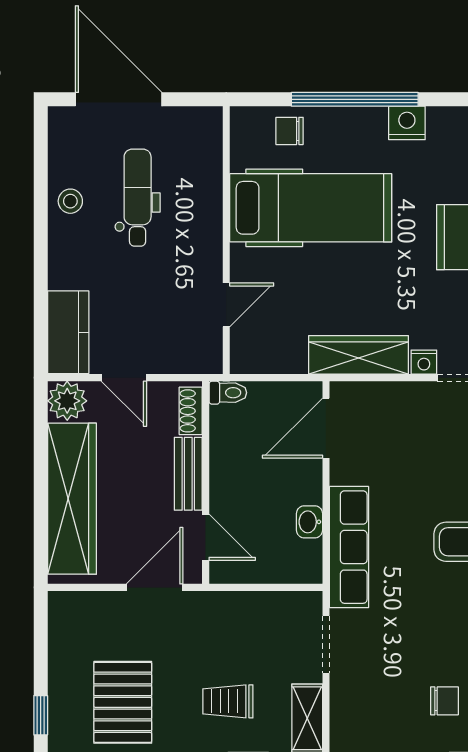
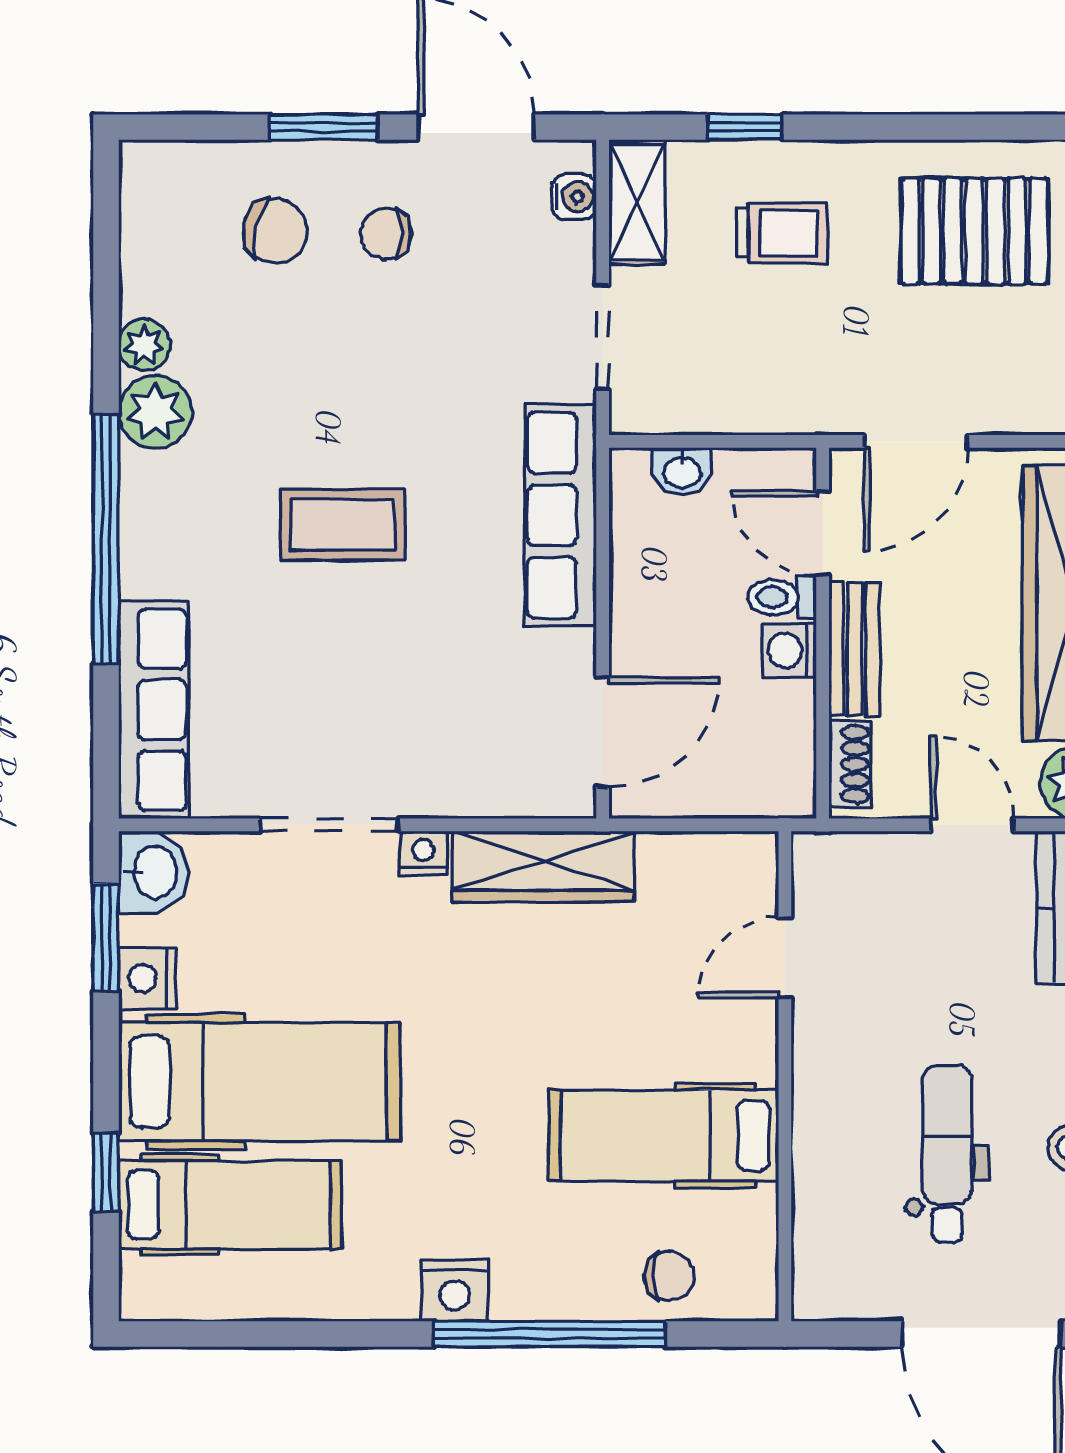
dental chair: (138, 198) -> (947, 1154), turned 180
hospital bed: (311, 208) -> (664, 1135), width x0.73, depth x0.78
toilet: (228, 393) -> (782, 597), moved
washing machine: (224, 473) -> (789, 650), added
washbasin: (310, 522) -> (682, 471), moved, turned 90
pallet: (123, 702) -> (974, 231), turned 90
water cooler: (342, 721) -> (574, 197), added

